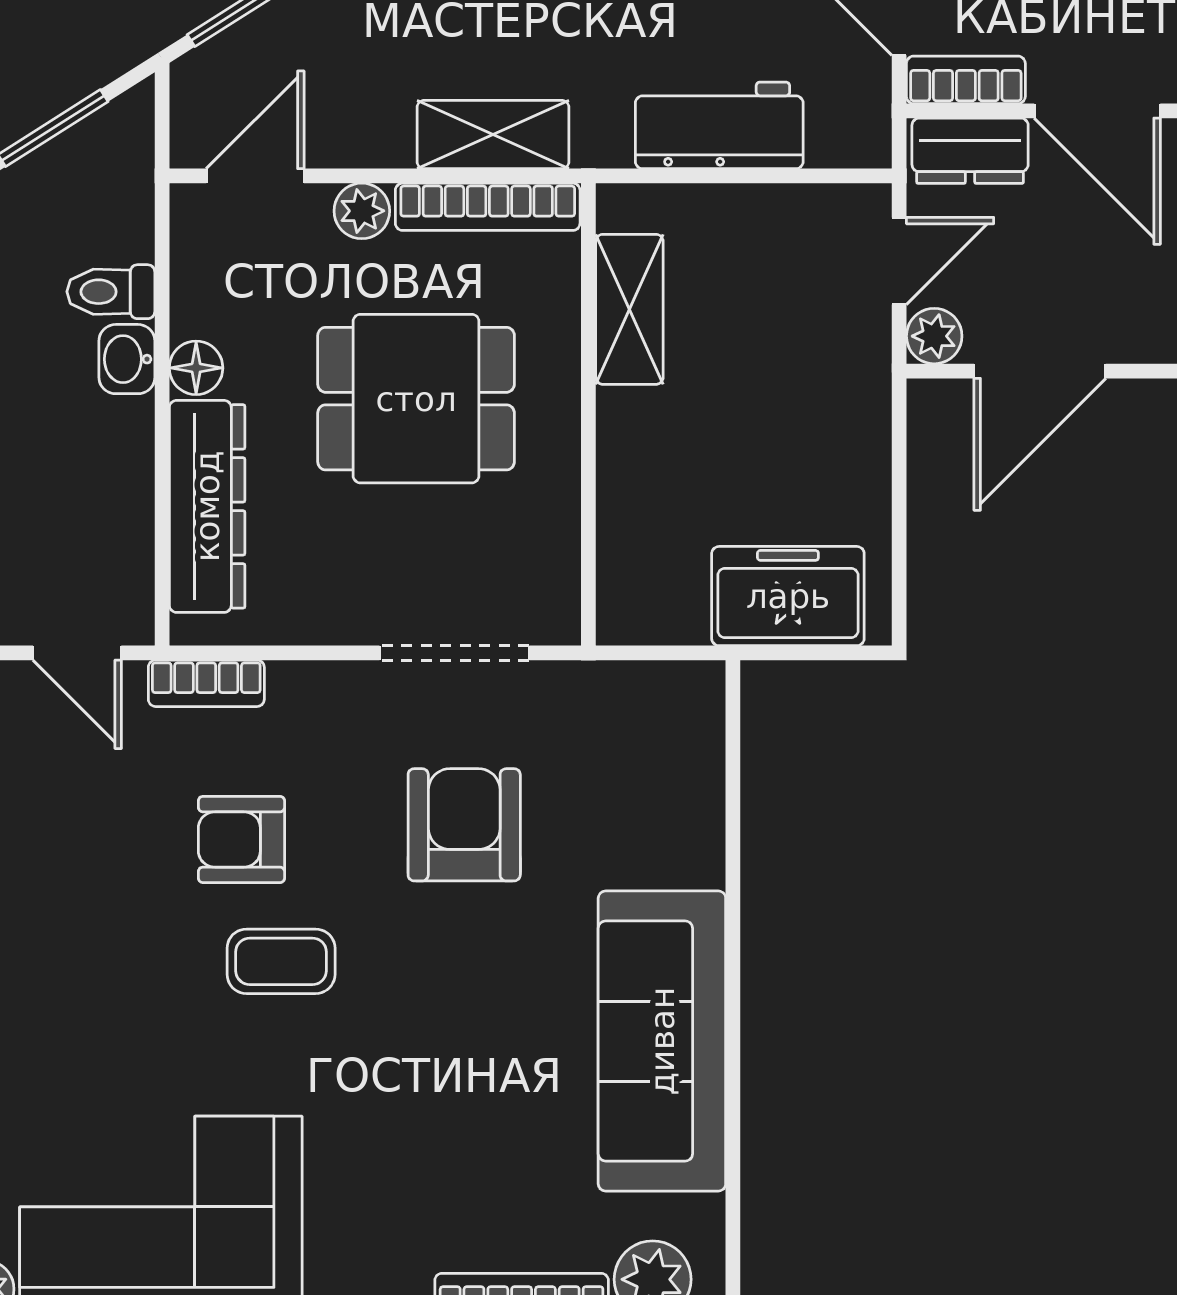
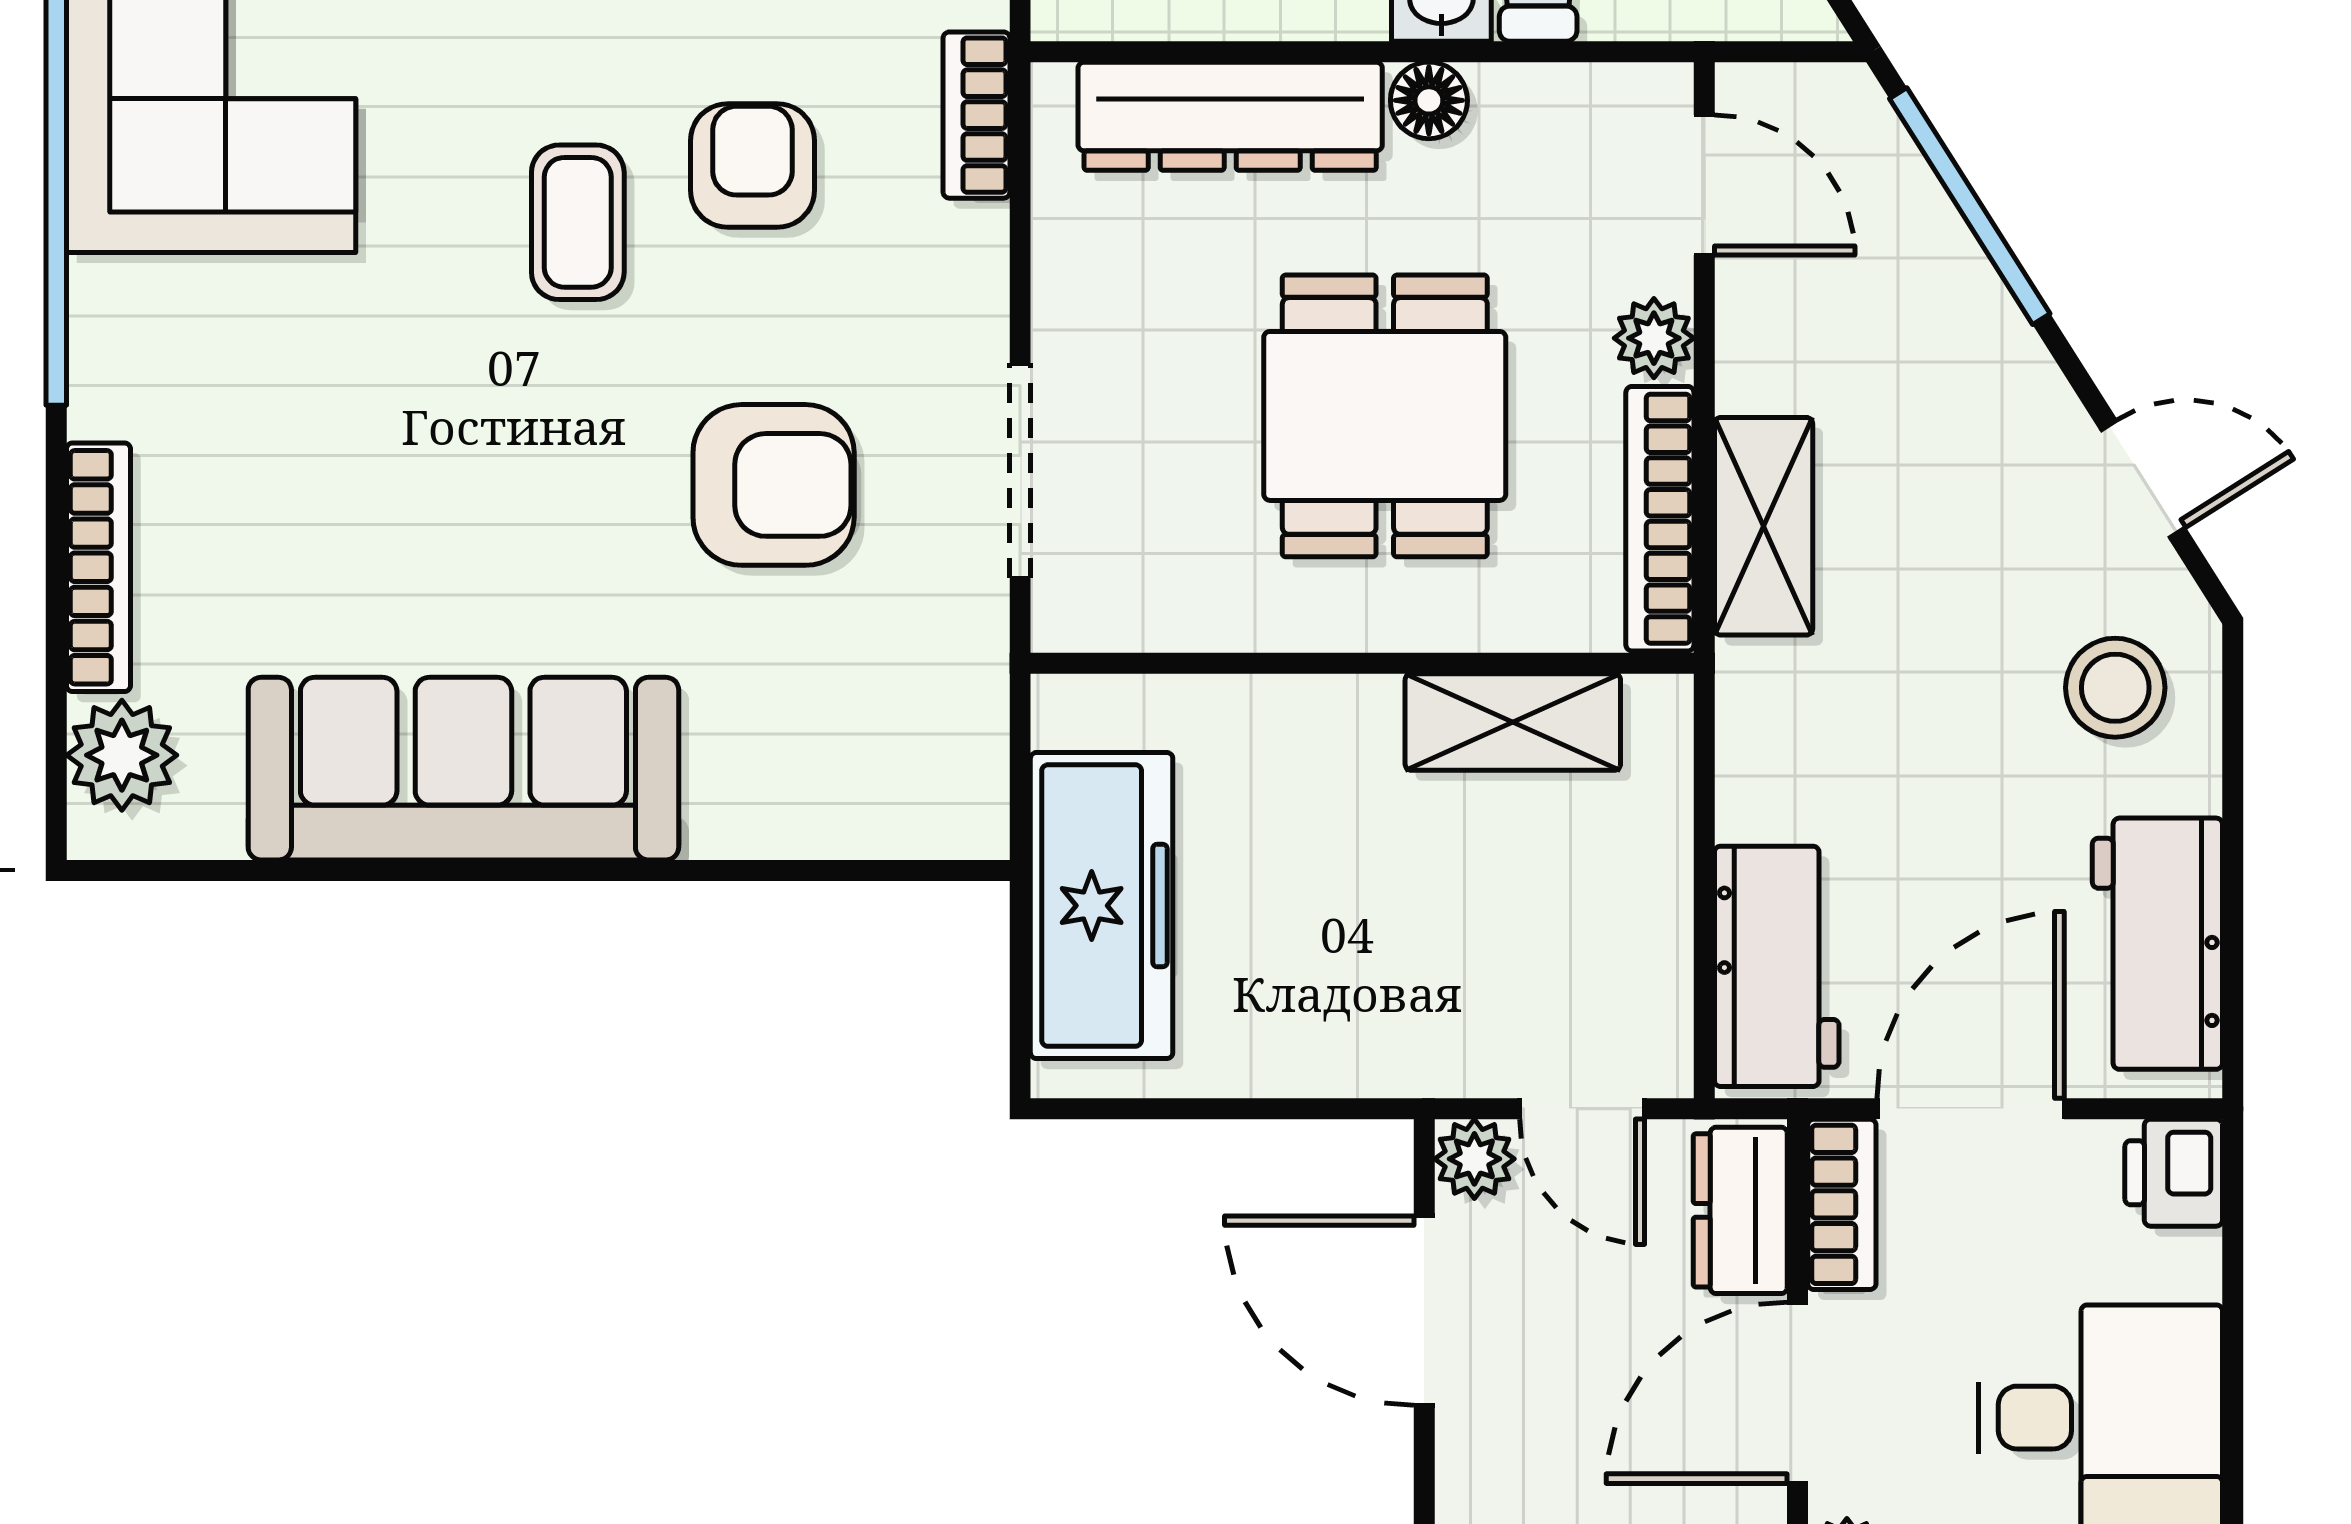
workbench: (719, 125) -> (1777, 966), moved
freezer: (788, 596) -> (1102, 906), width x1.40

